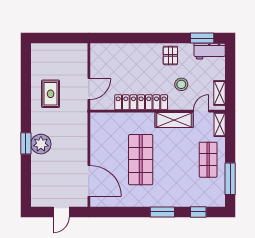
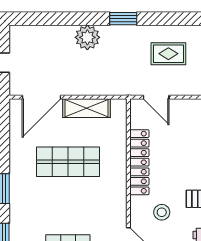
rug: (51, 94) -> (168, 54), moved
shelving: (174, 120) -> (86, 108), moved, turned 90
window: (26, 143) -> (123, 19), moved

